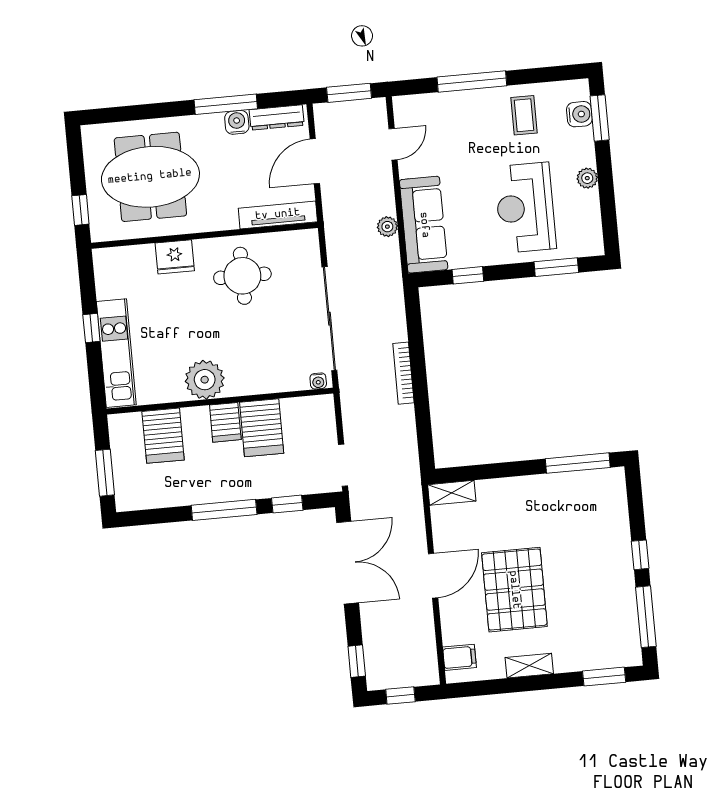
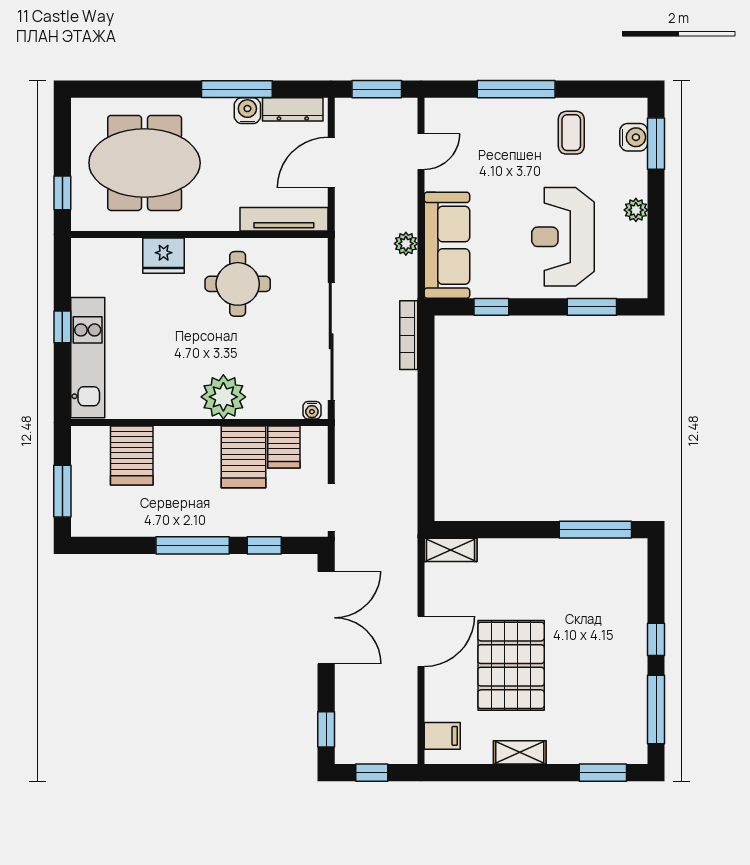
bookcase: (403, 373) -> (409, 335), moved
plant: (205, 380) -> (223, 397), moved
server rack: (225, 422) -> (284, 447), moved

